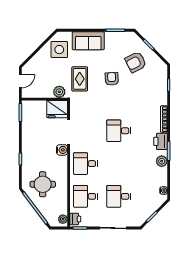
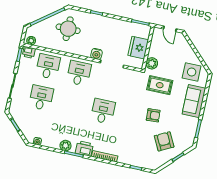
fridge: (57, 109) -> (138, 48), moved

